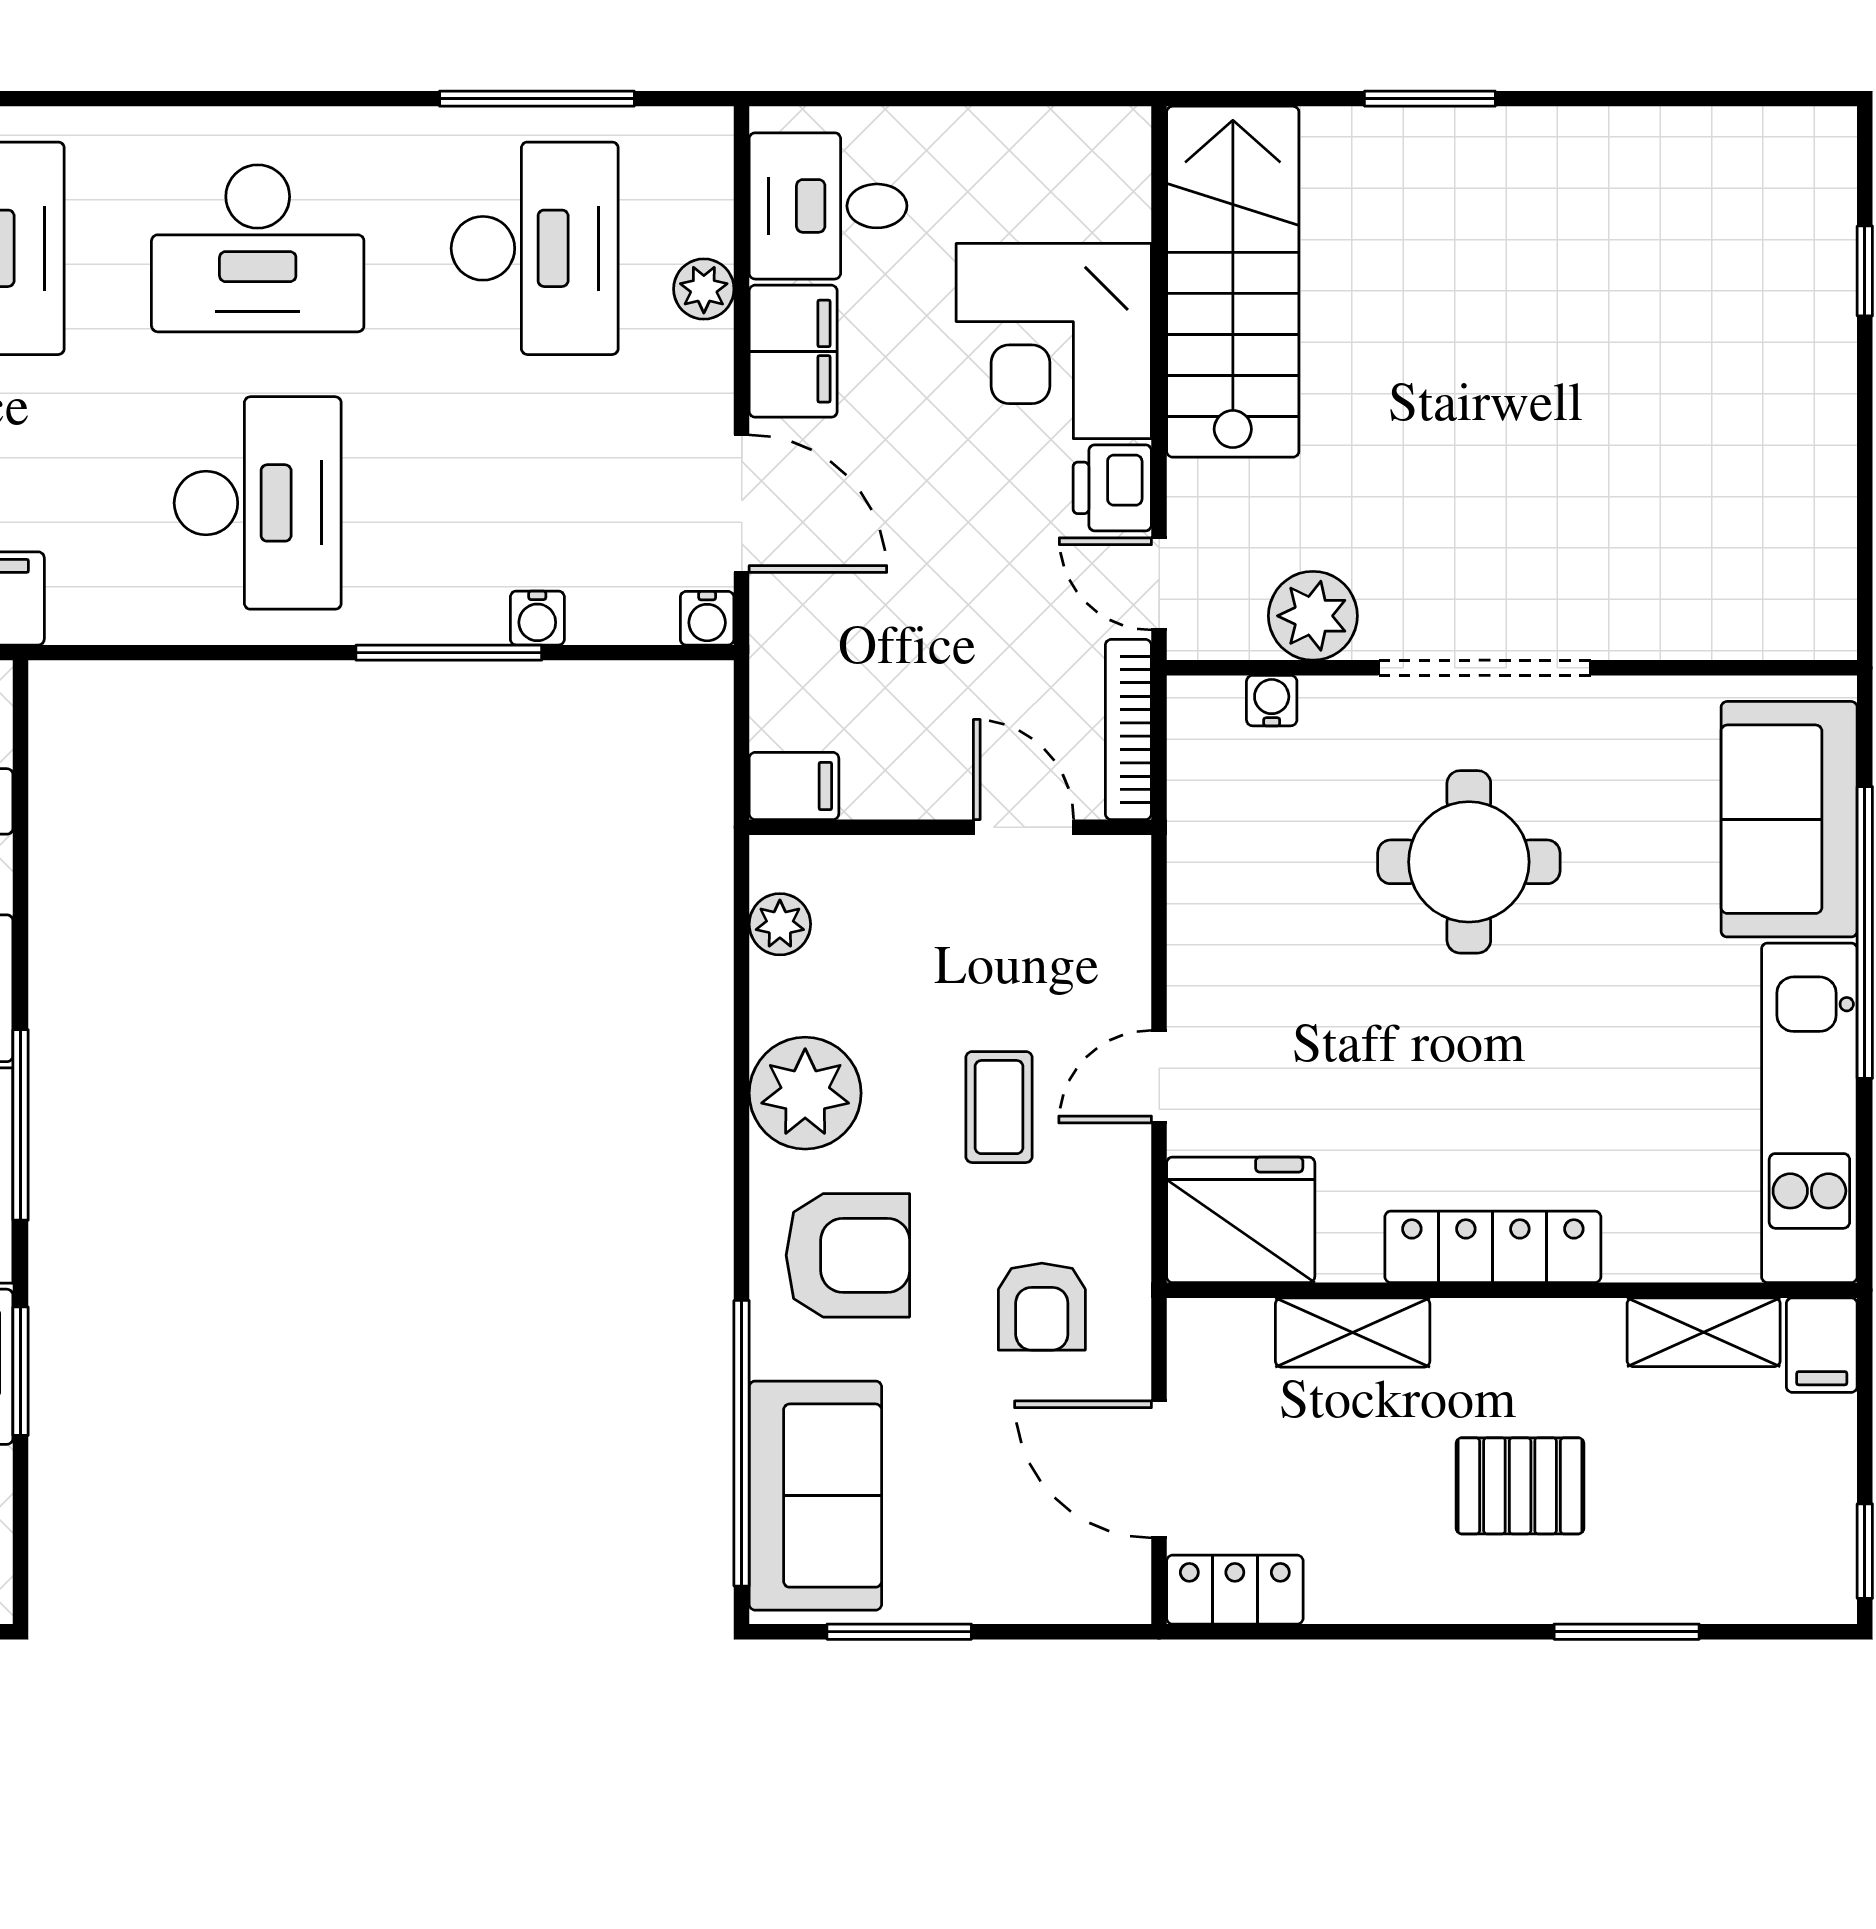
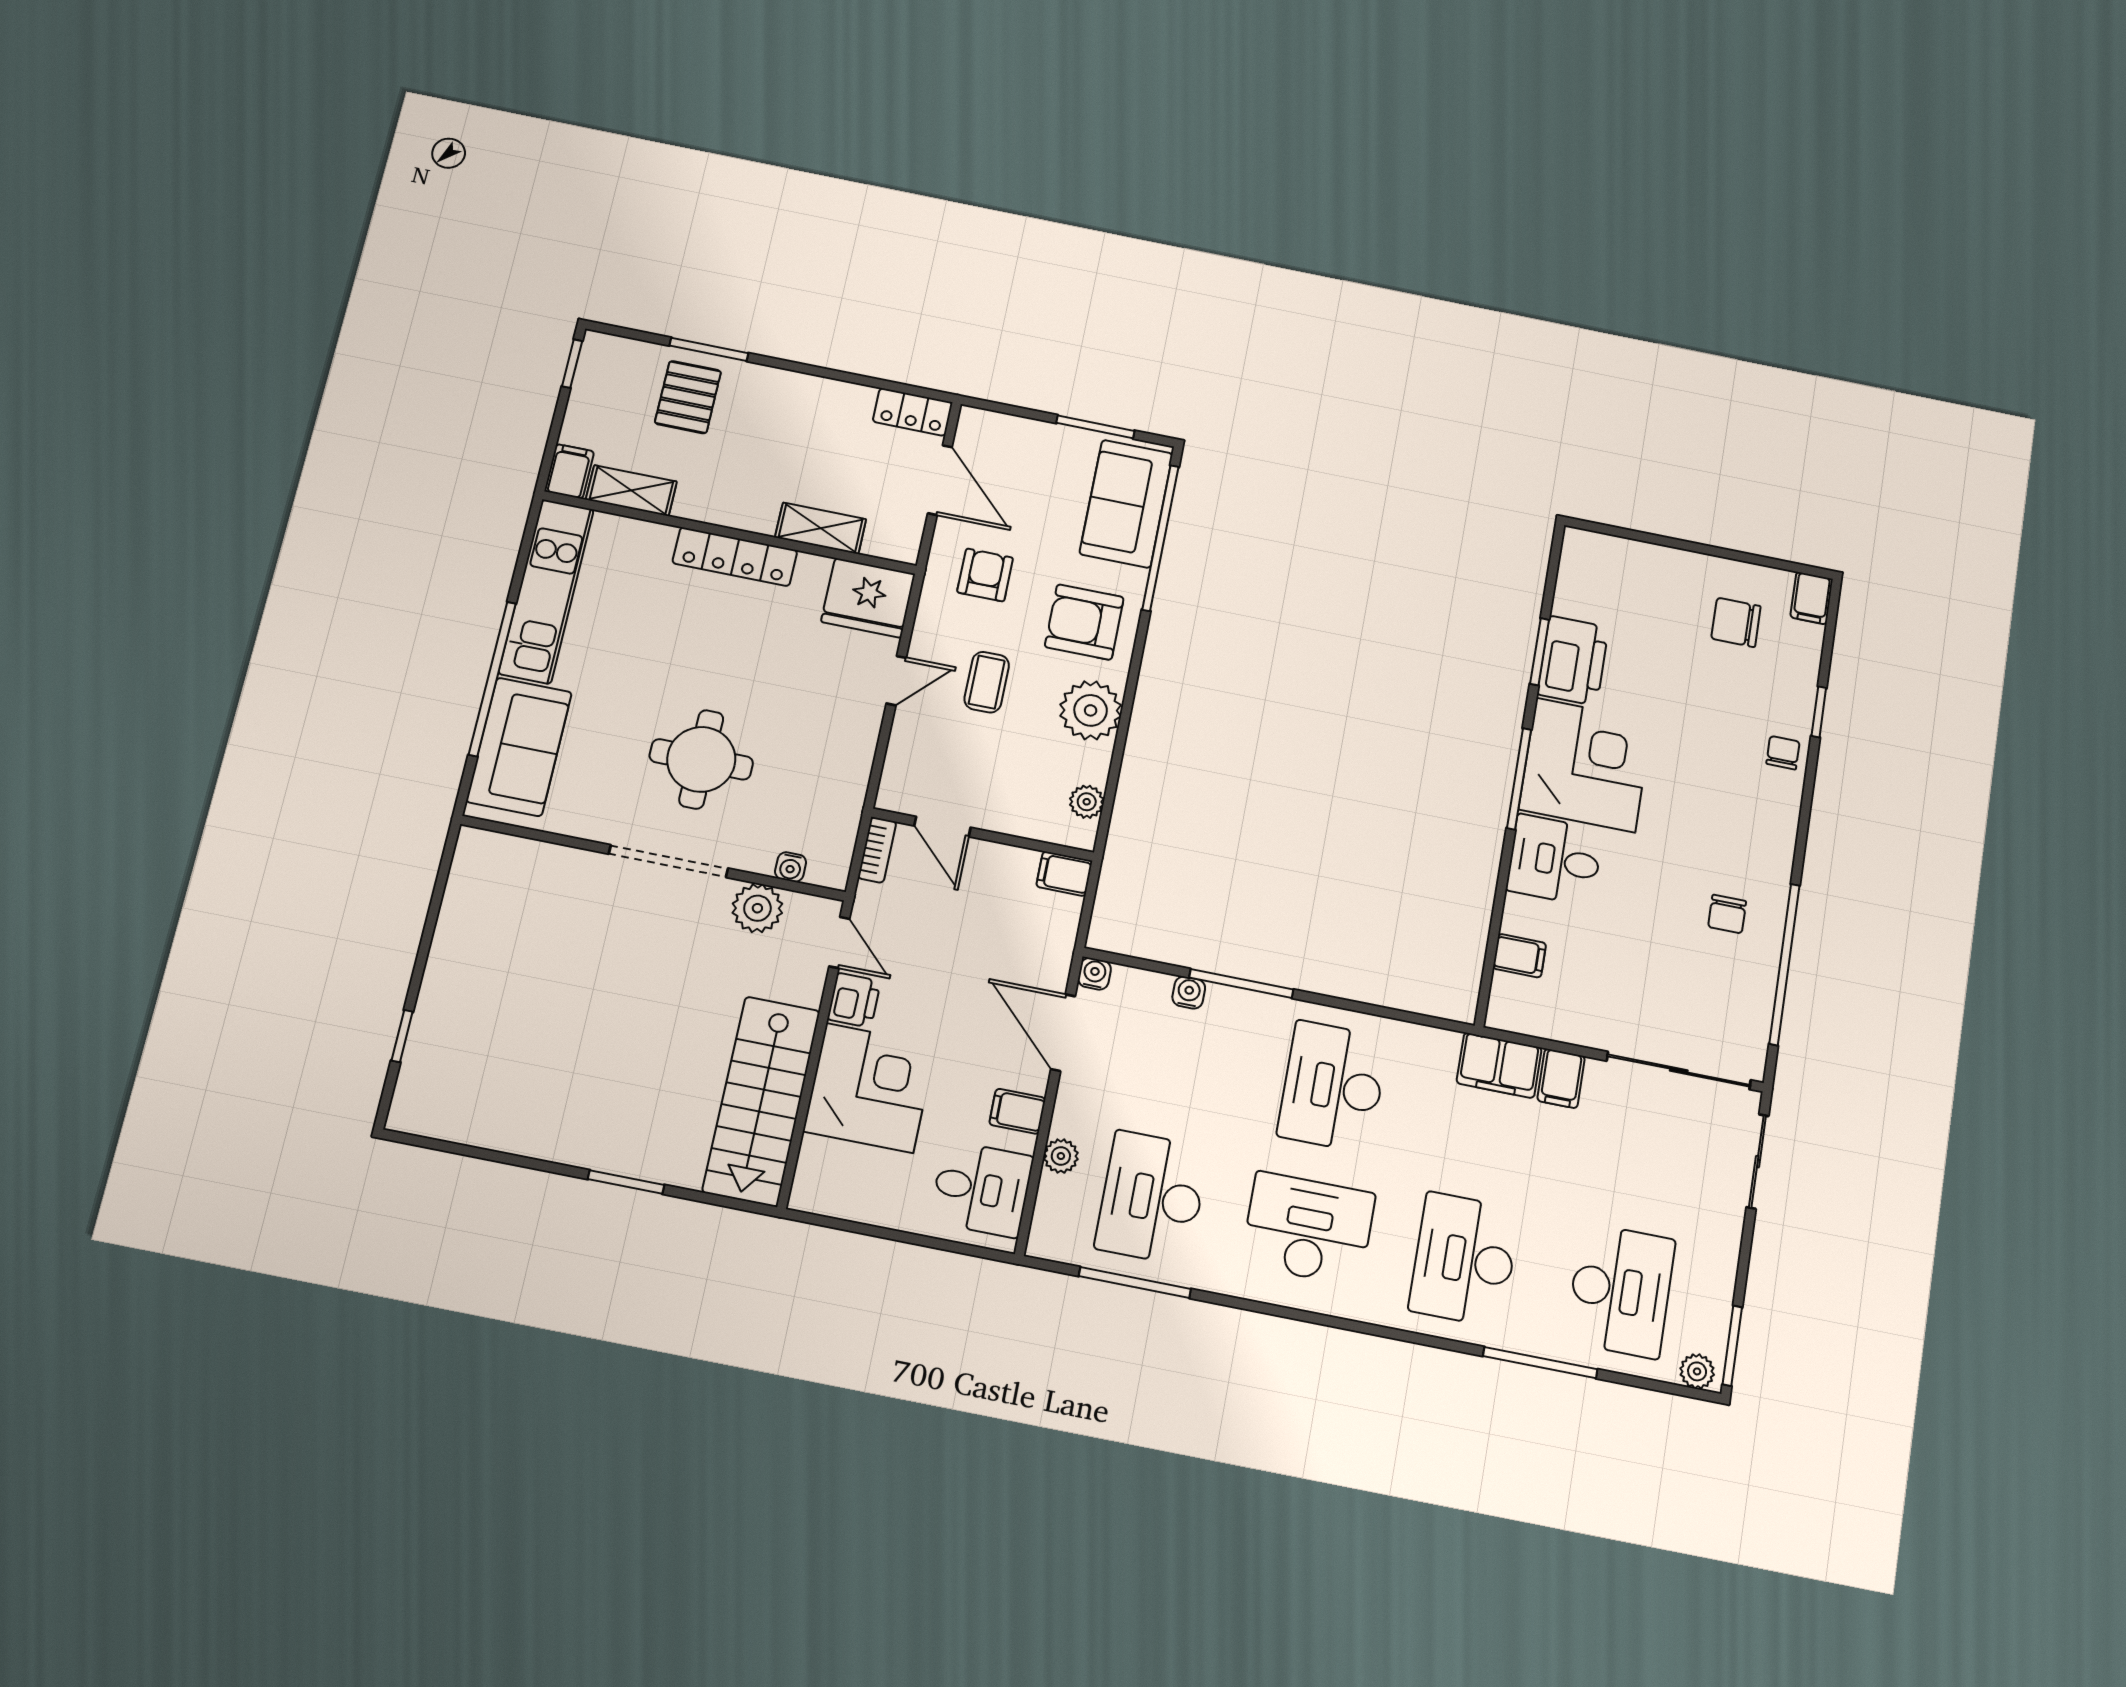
filing cabinet: (793, 351) -> (1017, 1111), width x0.50
bookcase: (1128, 729) -> (877, 850), width x0.64
pallet: (1520, 1486) -> (688, 397), moved, turned 90

